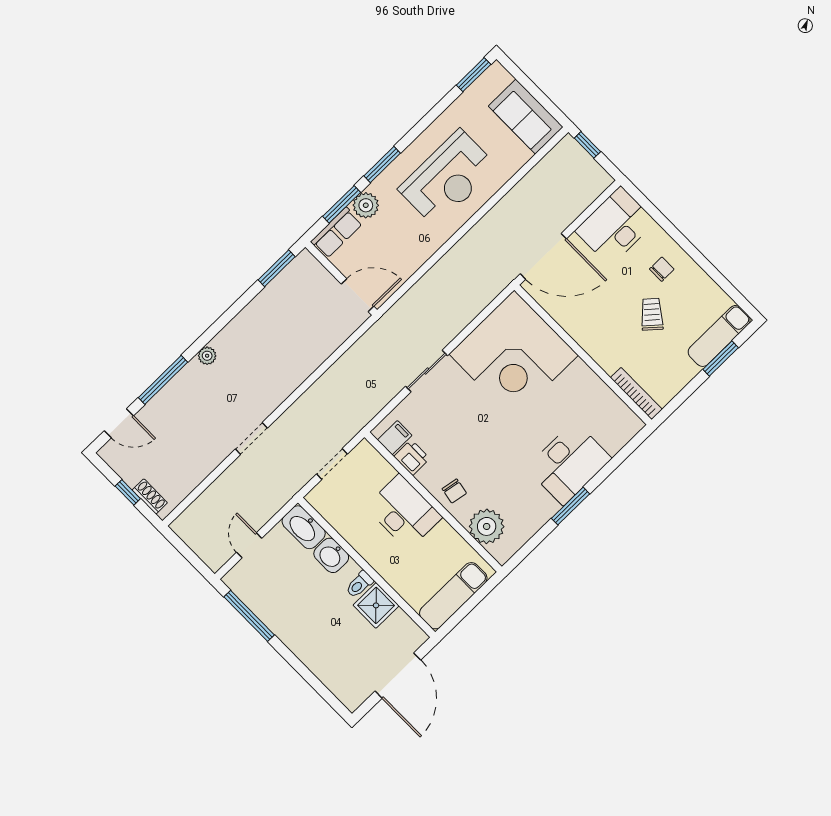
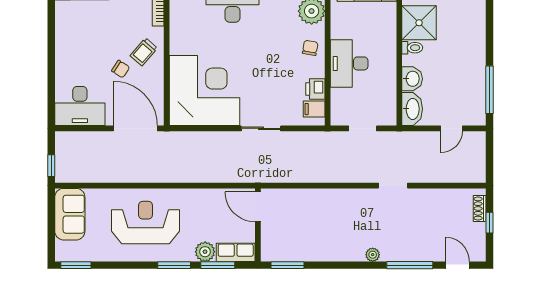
chair: (662, 269) -> (121, 69), moved, turned -147
trolley: (652, 314) -> (144, 52), moved
shower: (376, 605) -> (419, 23), width x1.36, depth x1.36

